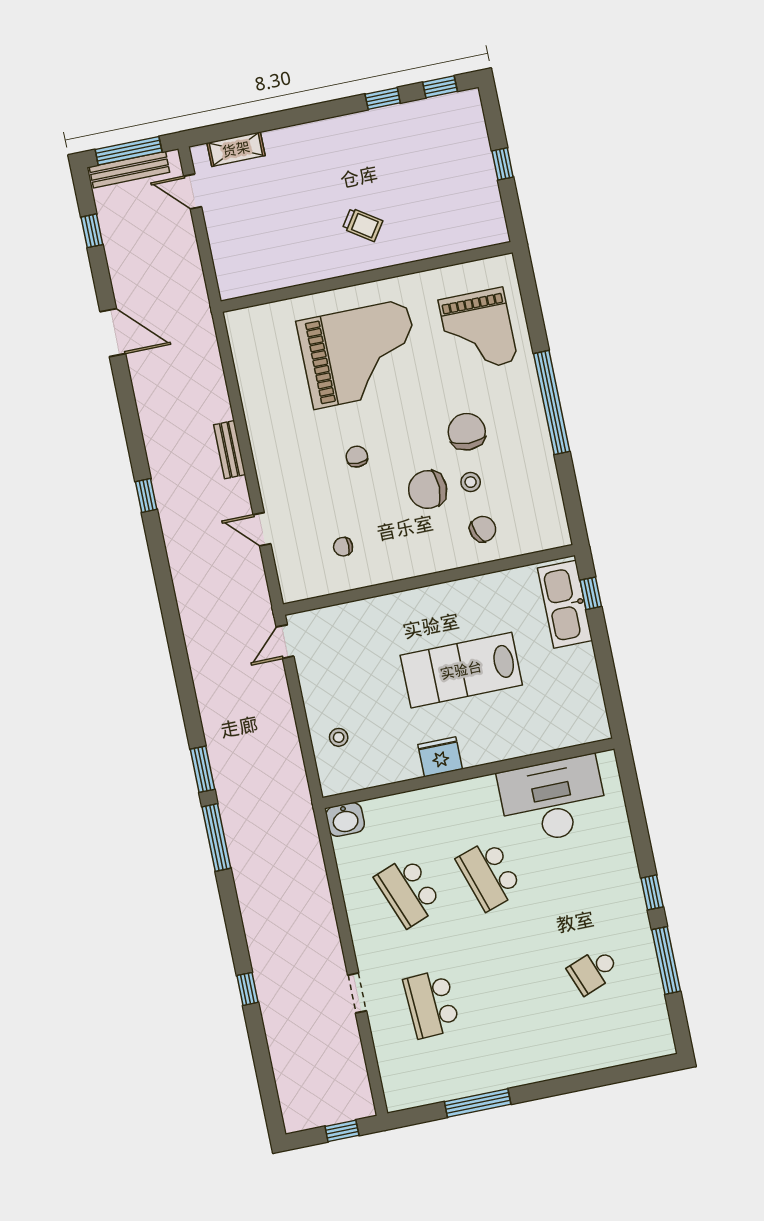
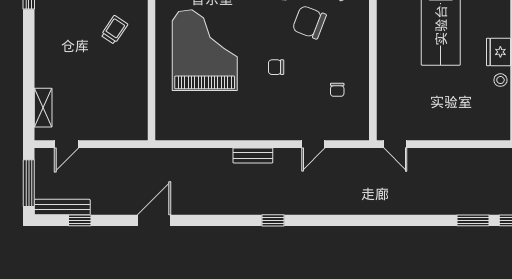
bench: (129, 170) -> (62, 207), moved, turned 90
chair: (428, 490) -> (309, 22), turned 111
stool: (339, 737) -> (500, 80), moved

